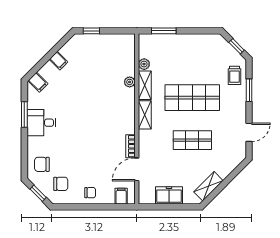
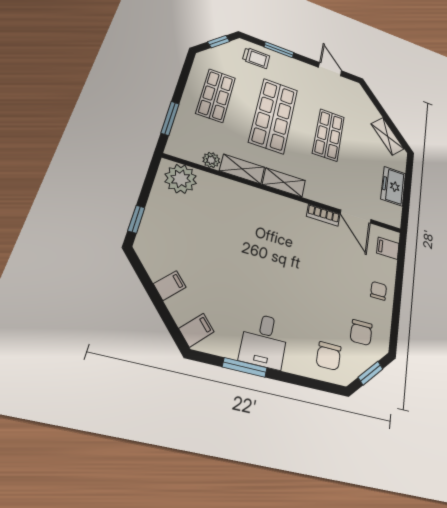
shop shelf: (192, 55) -> (216, 95), added
plant: (130, 82) -> (181, 179), moved, width x1.87, depth x1.87
chair: (61, 184) -> (361, 332), turned 180

